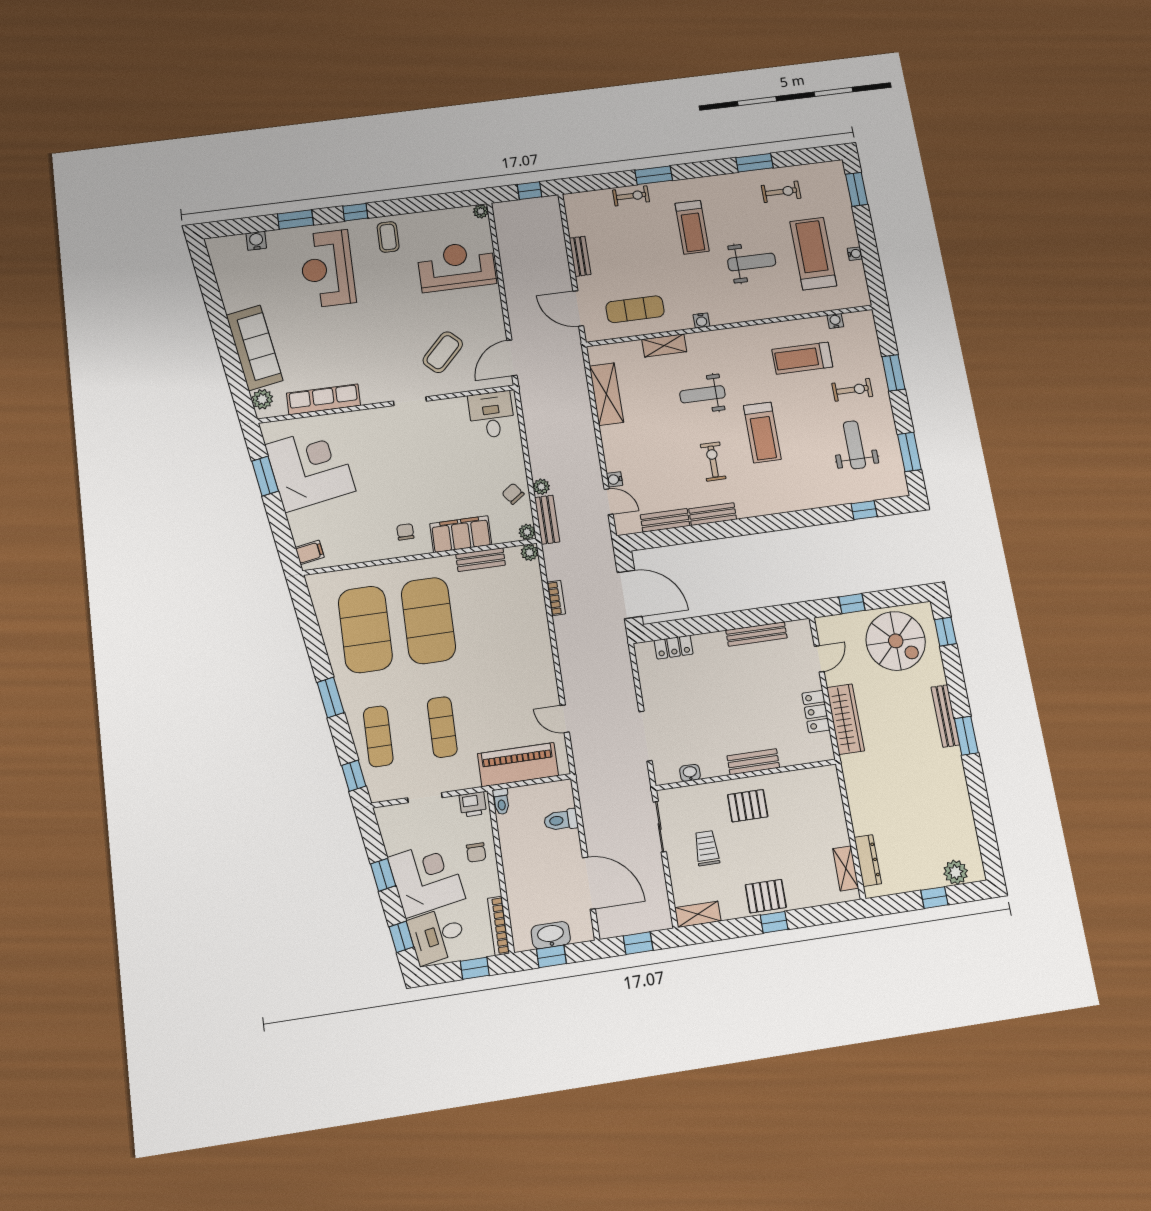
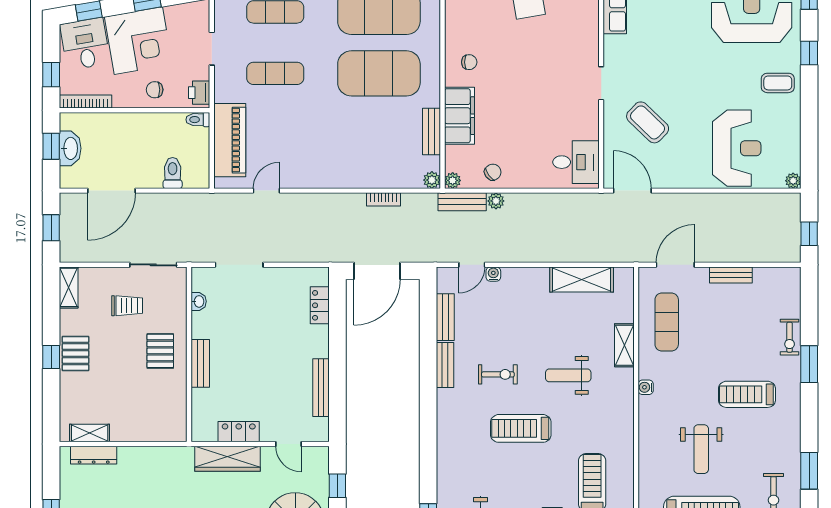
weight bench: (702, 394) -> (568, 375), turned -90

